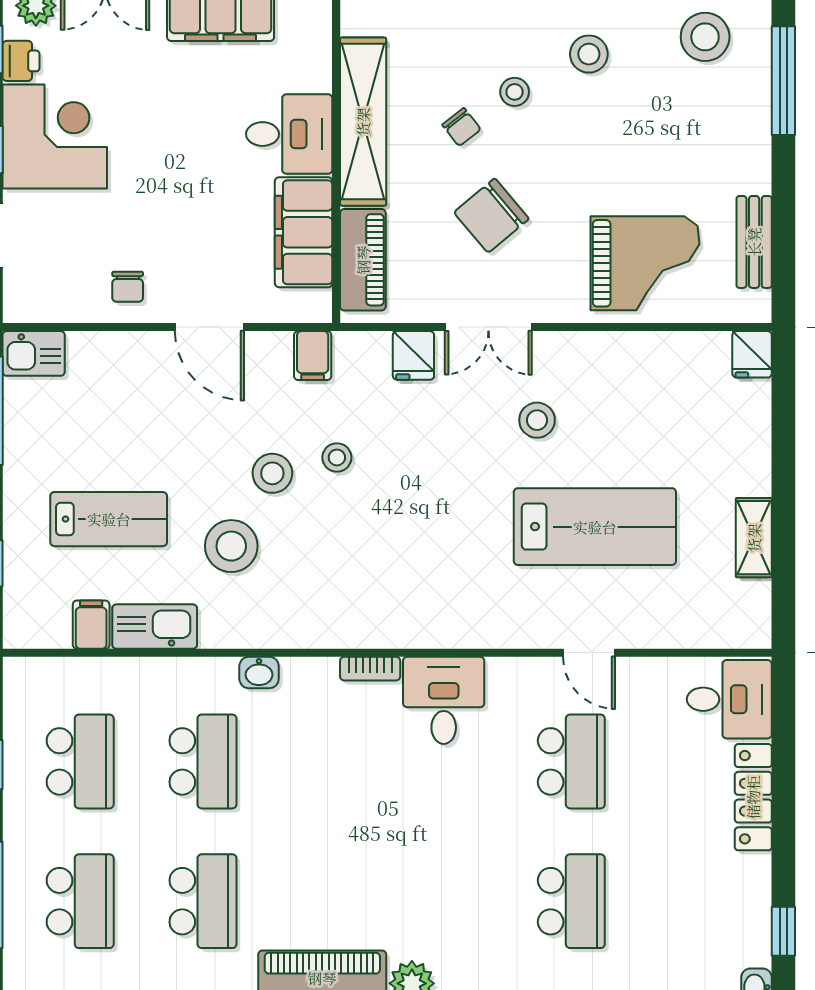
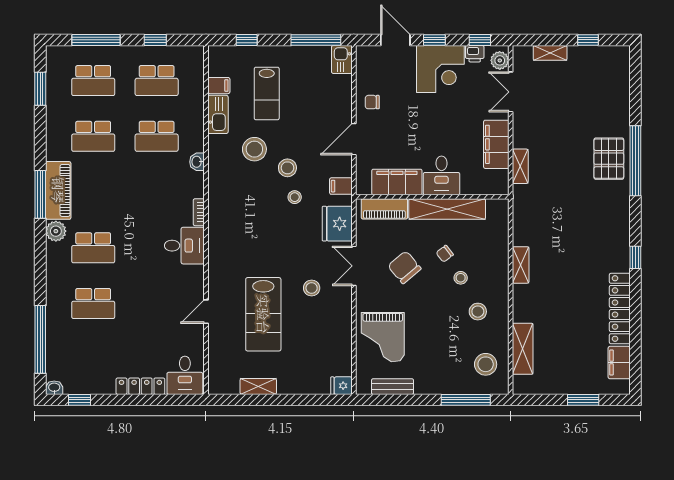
fridge: (413, 355) -> (337, 224), width x1.88, depth x1.34
school desk: (571, 761) -> (93, 248), moved

